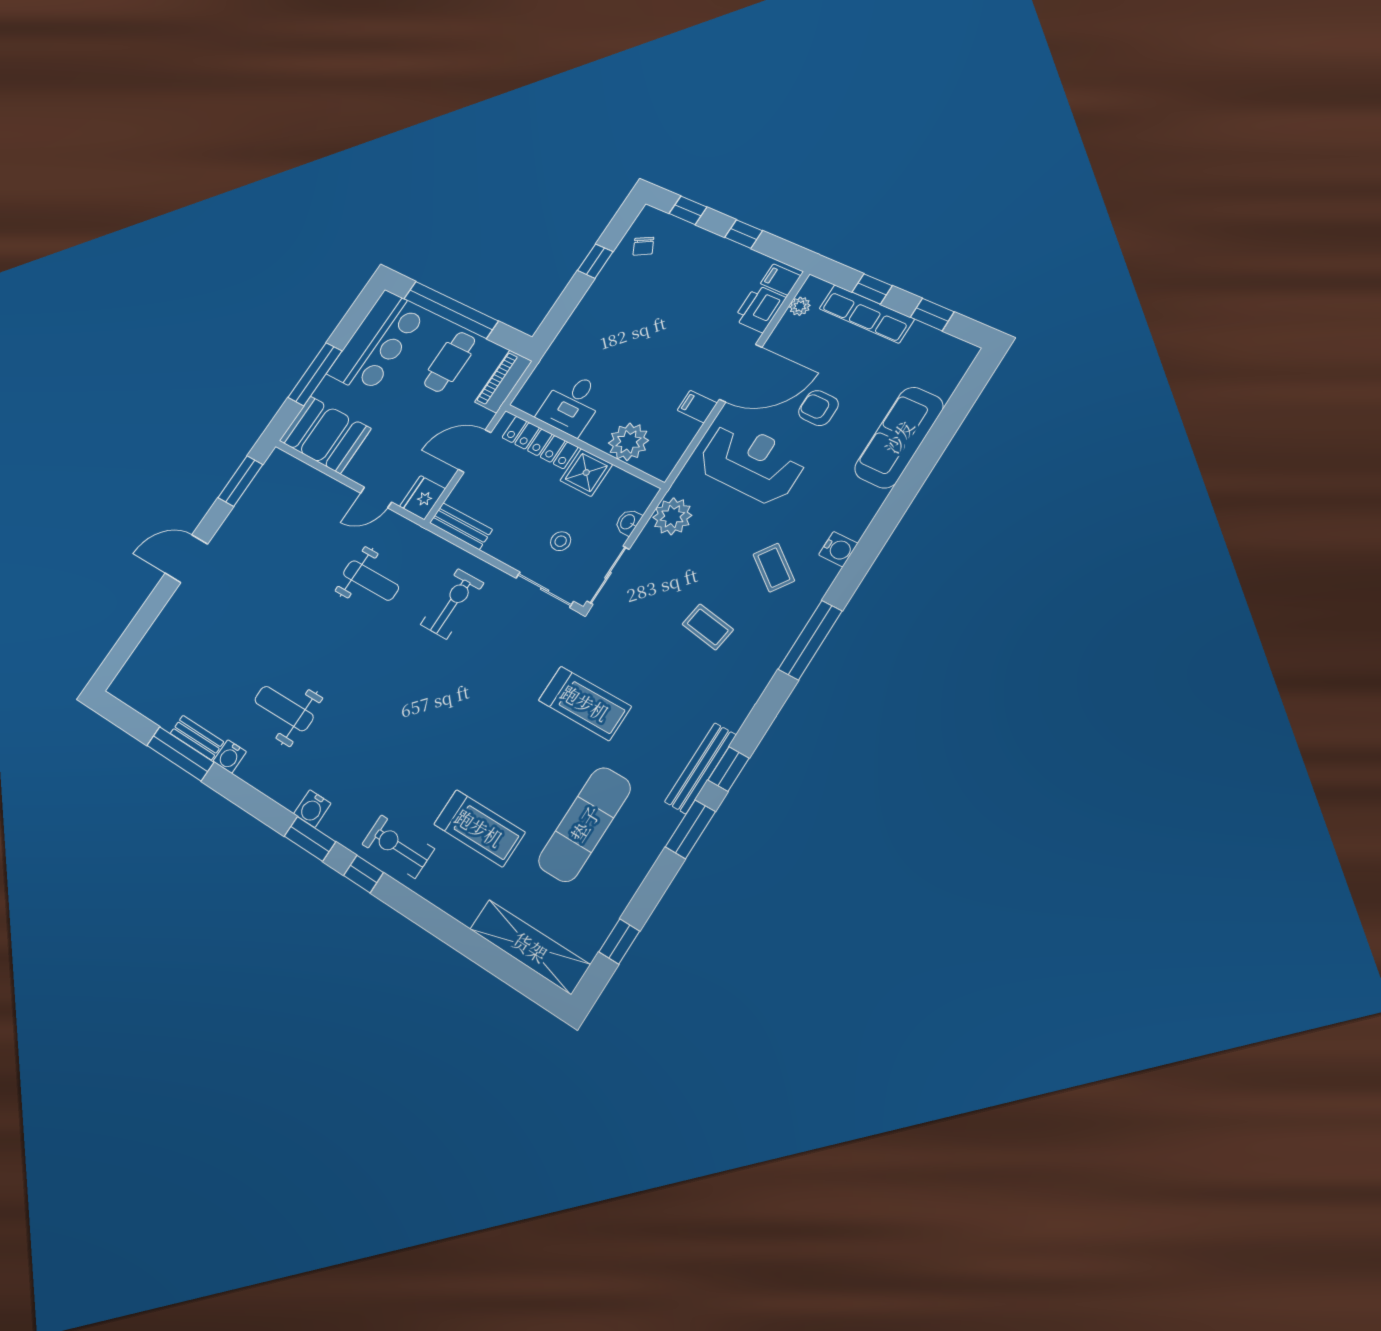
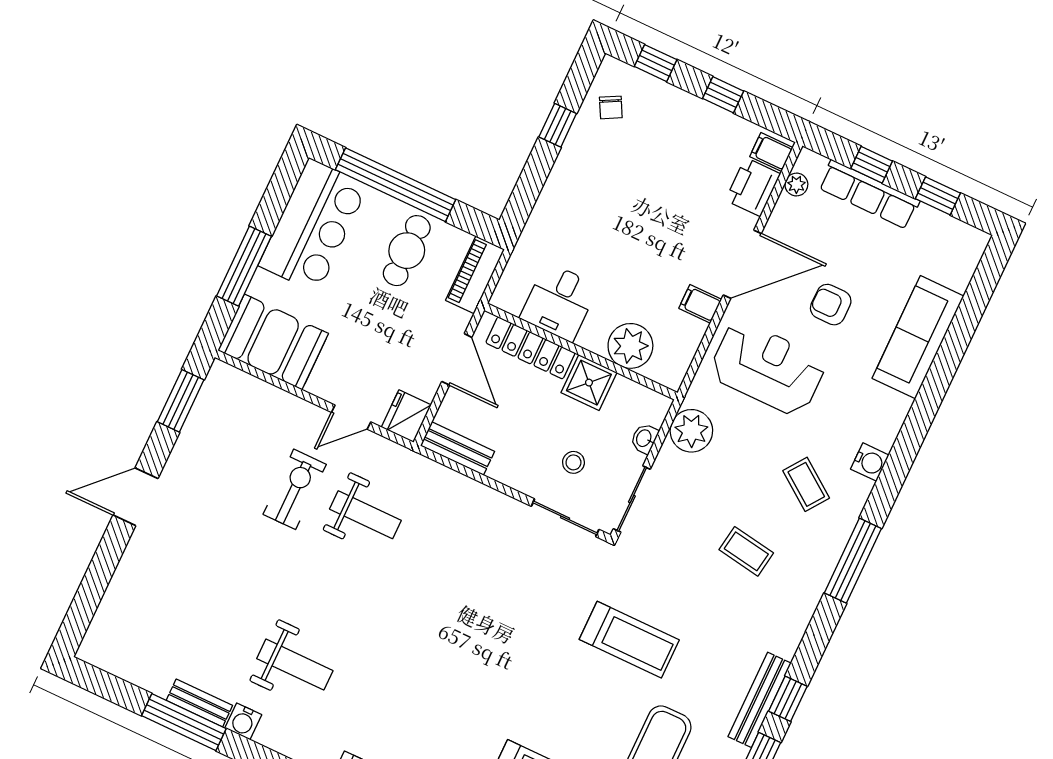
door: (475, 451) -> (457, 359), swing flipped
exercise bike: (452, 604) -> (295, 489), moved
weight bench: (284, 709) -> (295, 665), turned 180

